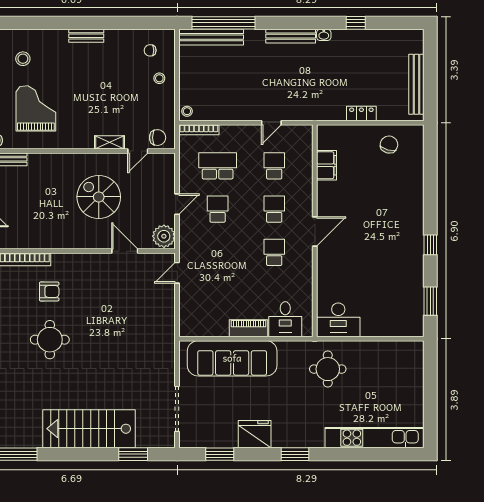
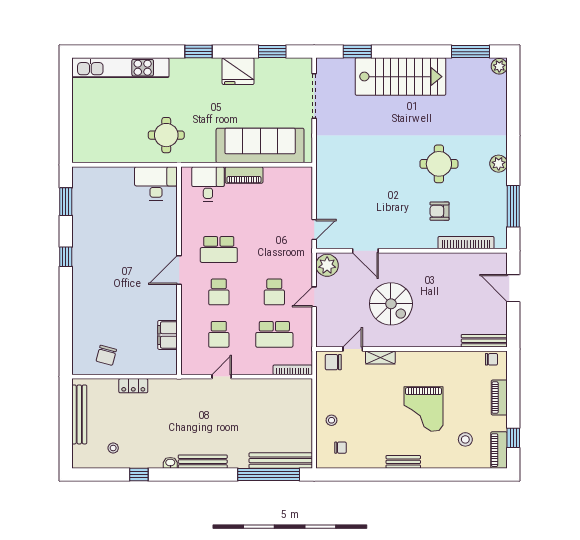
grand piano: (36, 108) -> (423, 409), moved
stool: (187, 111) -> (113, 448), moved
school desk: (274, 252) -> (219, 250), width x1.85

